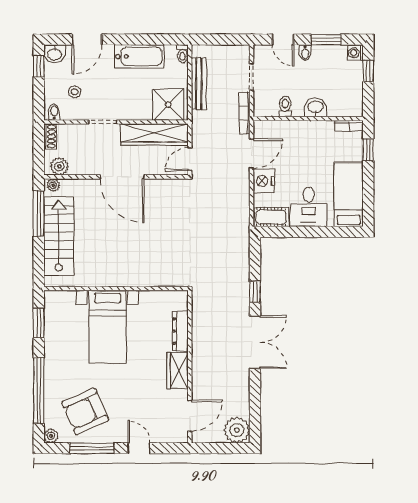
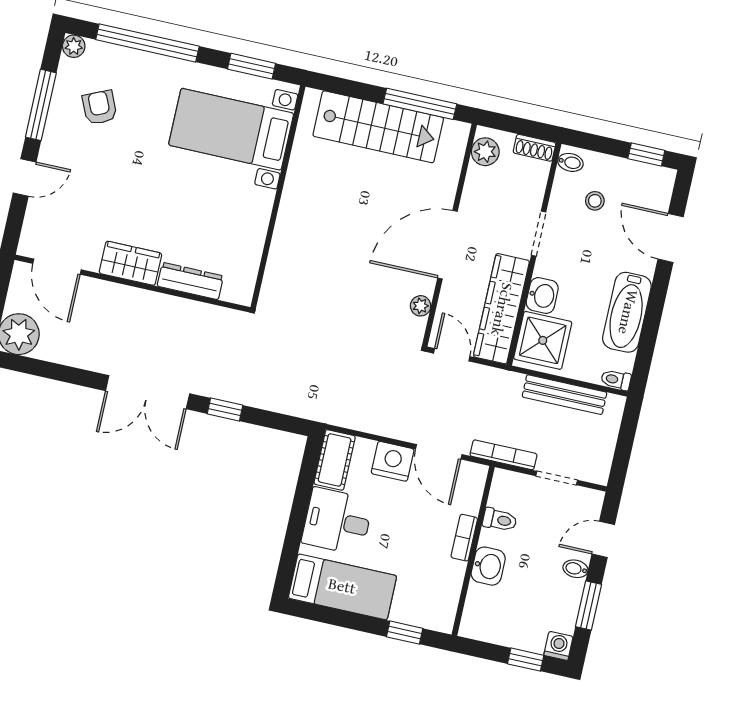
washbasin: (55, 54) -> (542, 295), moved, turned 180
bookcase: (349, 126) -> (464, 538), moved
plant: (53, 185) -> (421, 306), moved
bed with nightstands: (108, 327) -> (231, 129), moved
armchair: (85, 411) -> (100, 107), width x0.53, depth x0.53

